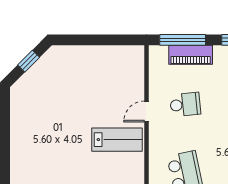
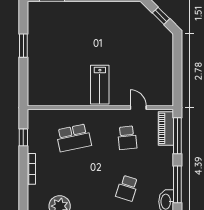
piano: (191, 55) -> (166, 128), moved
door: (146, 111) -> (138, 108), moved

